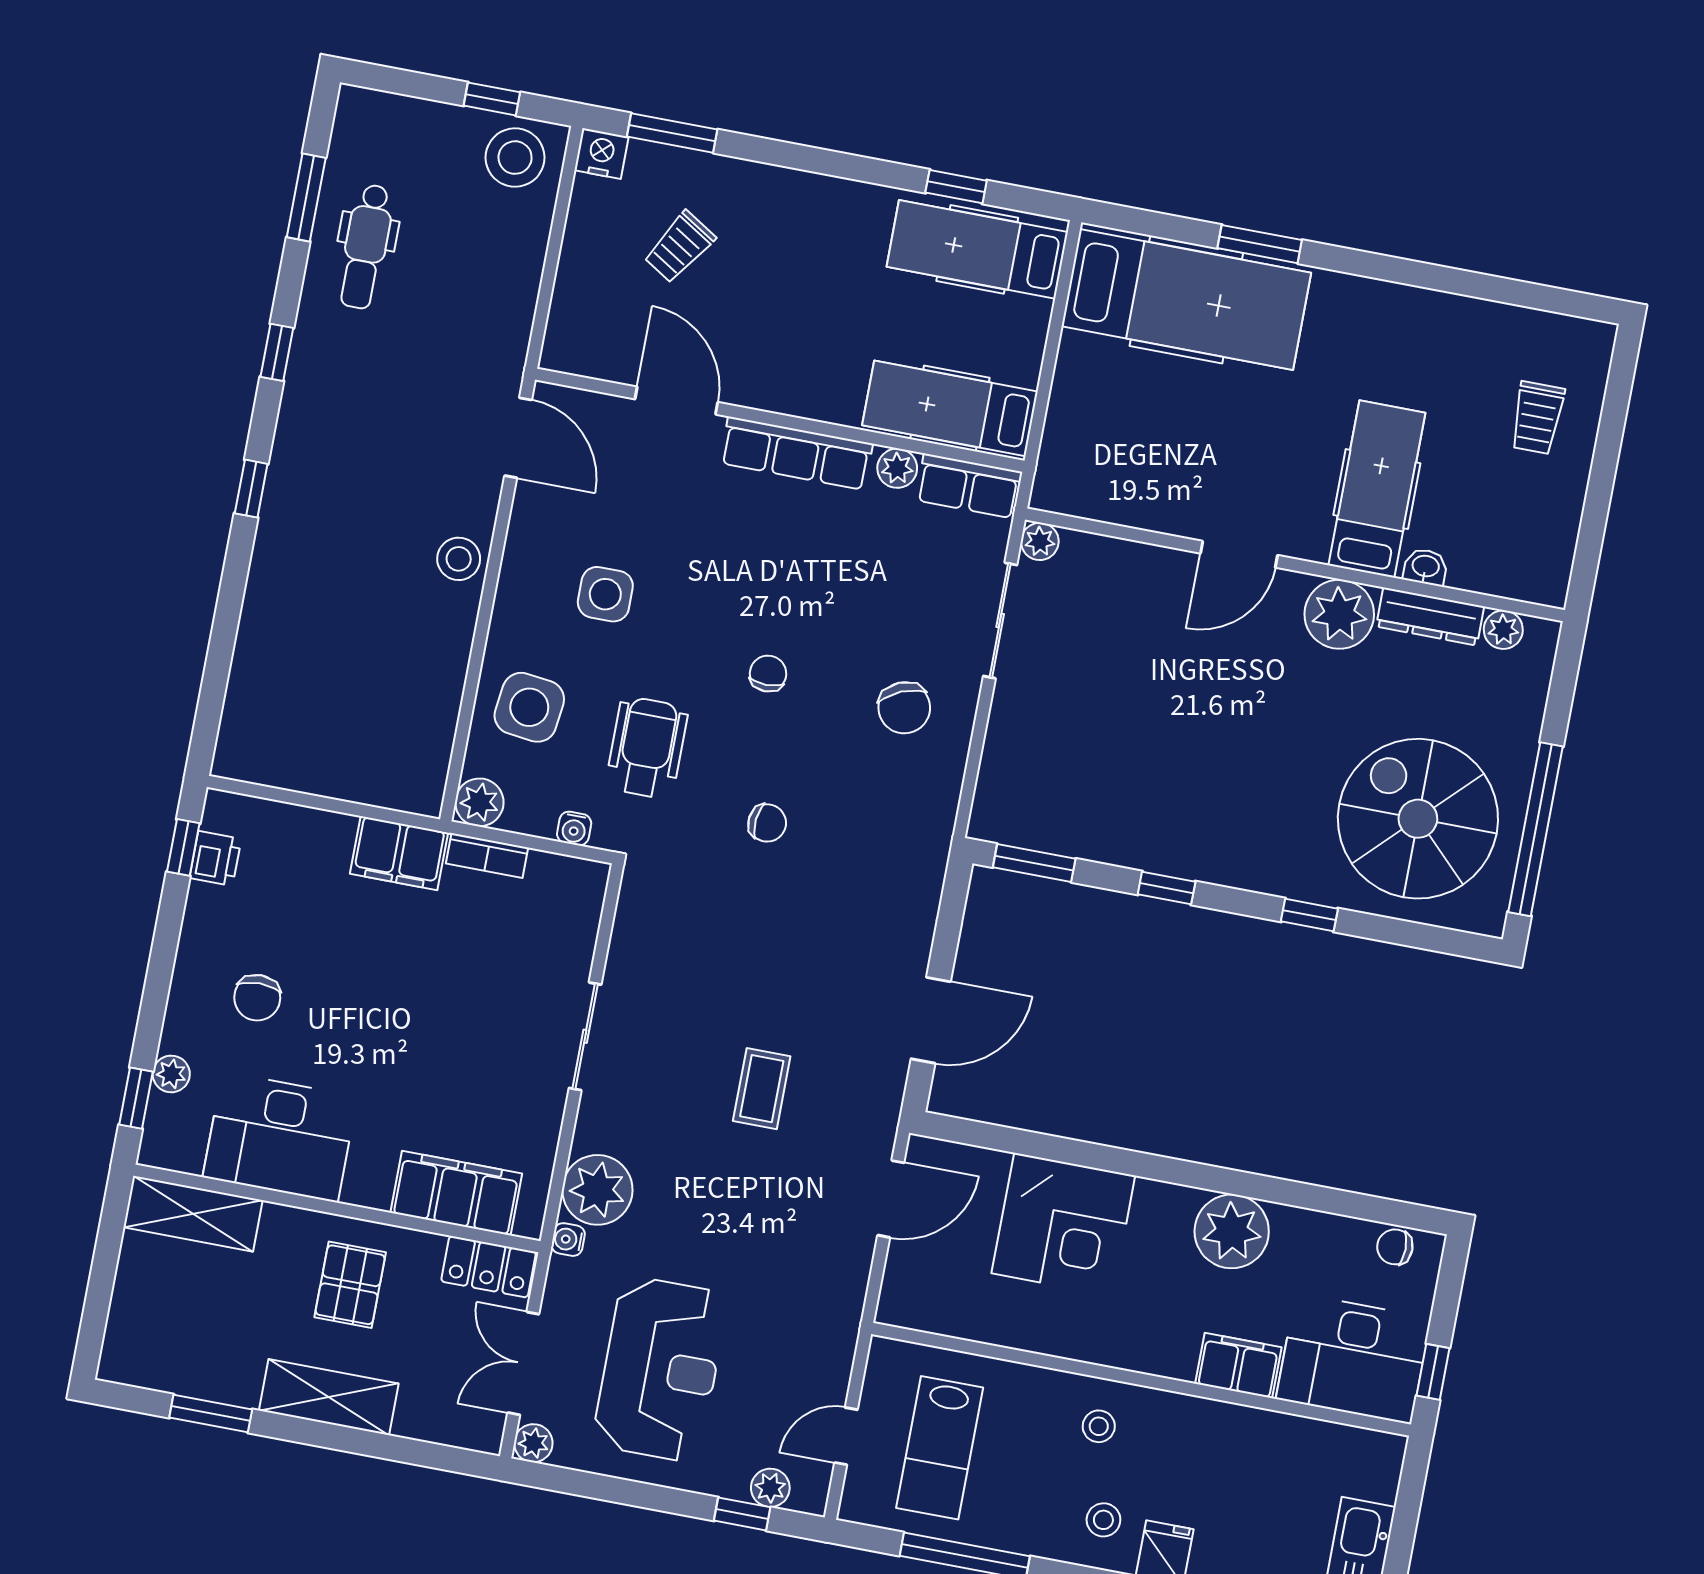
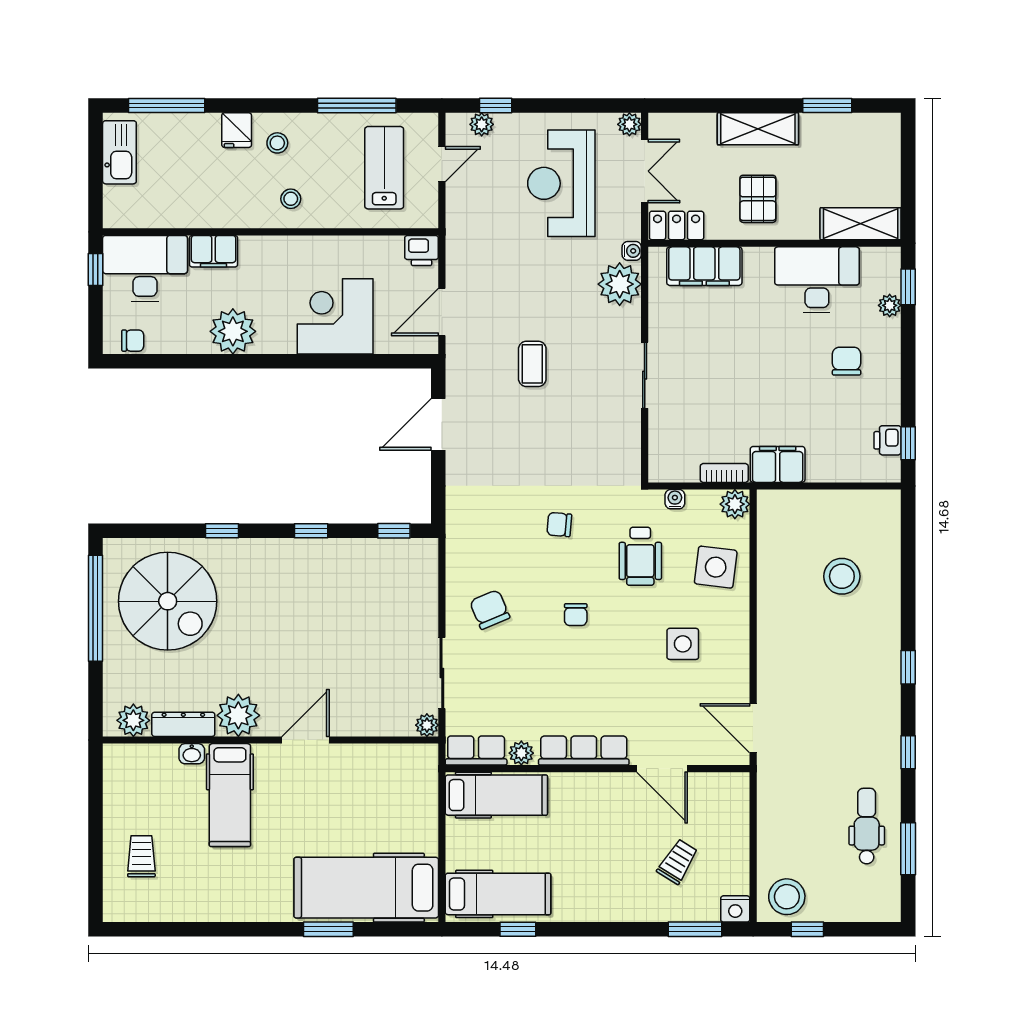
stool: (459, 559) -> (842, 576), moved, width x1.38, depth x1.38
plant: (1503, 630) -> (133, 720), width x1.38, depth x1.38
window: (1034, 863) -> (394, 531), width x0.67
printer: (905, 1304) -> (422, 251), added

